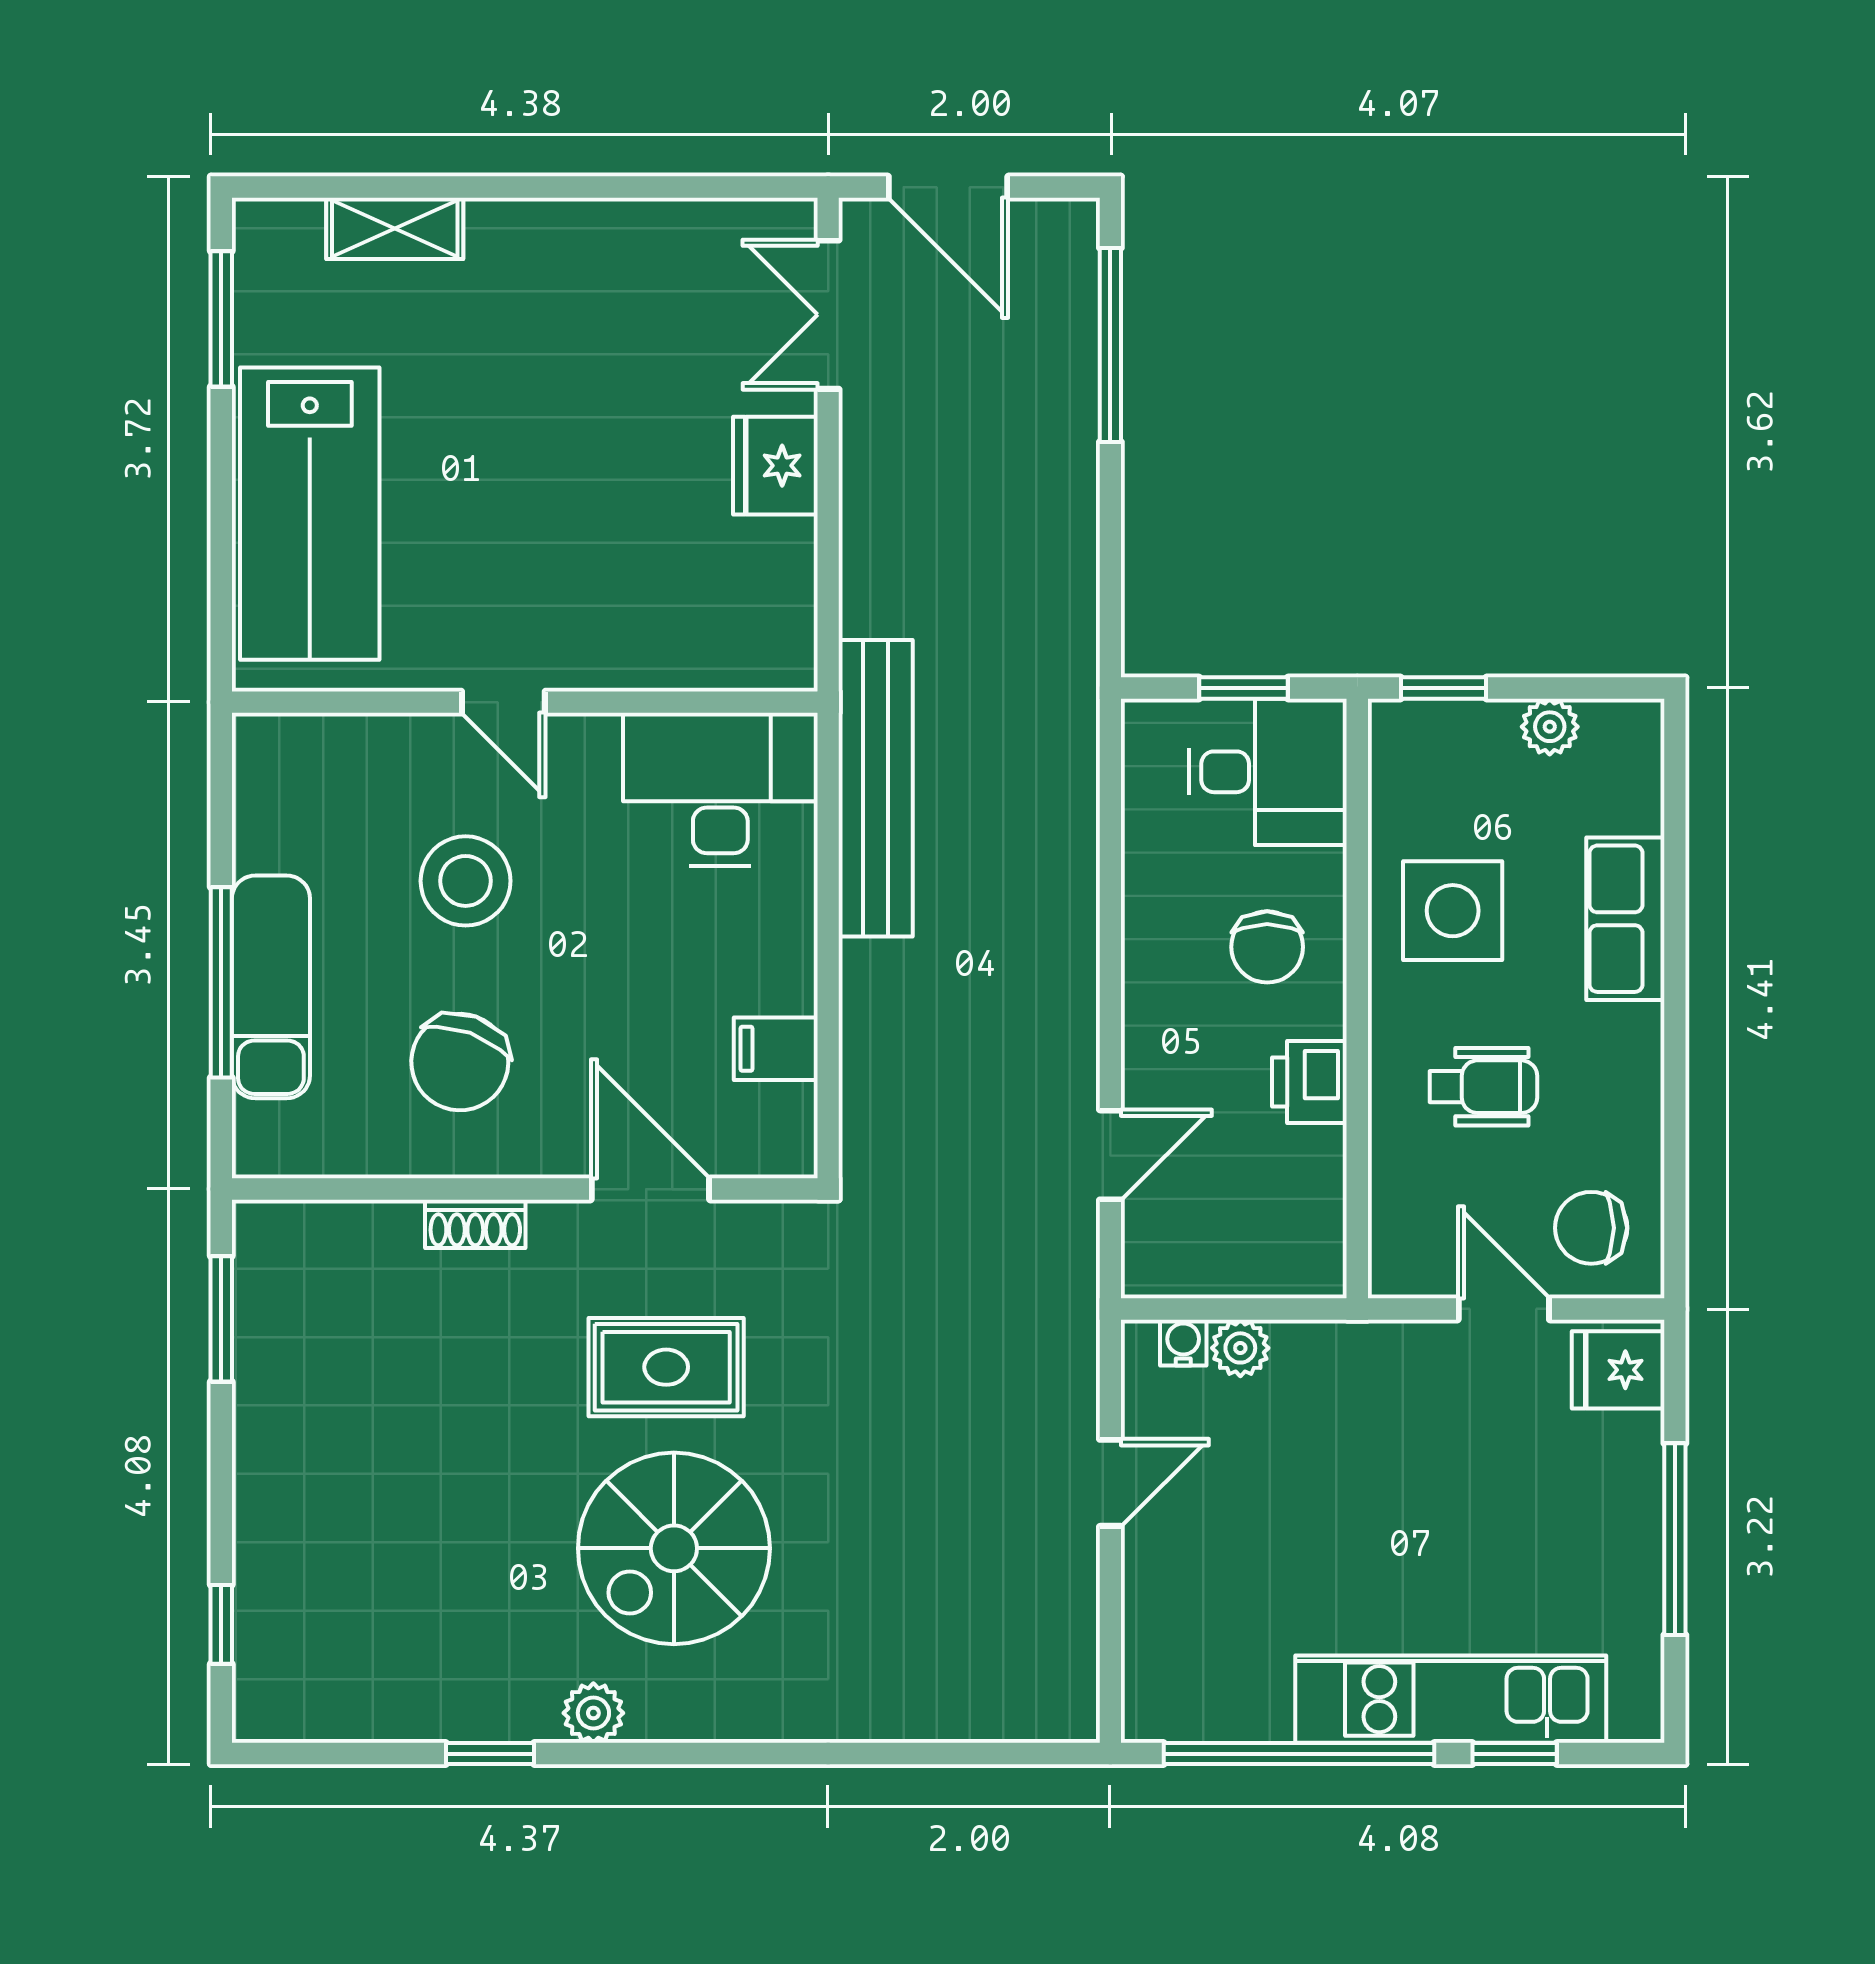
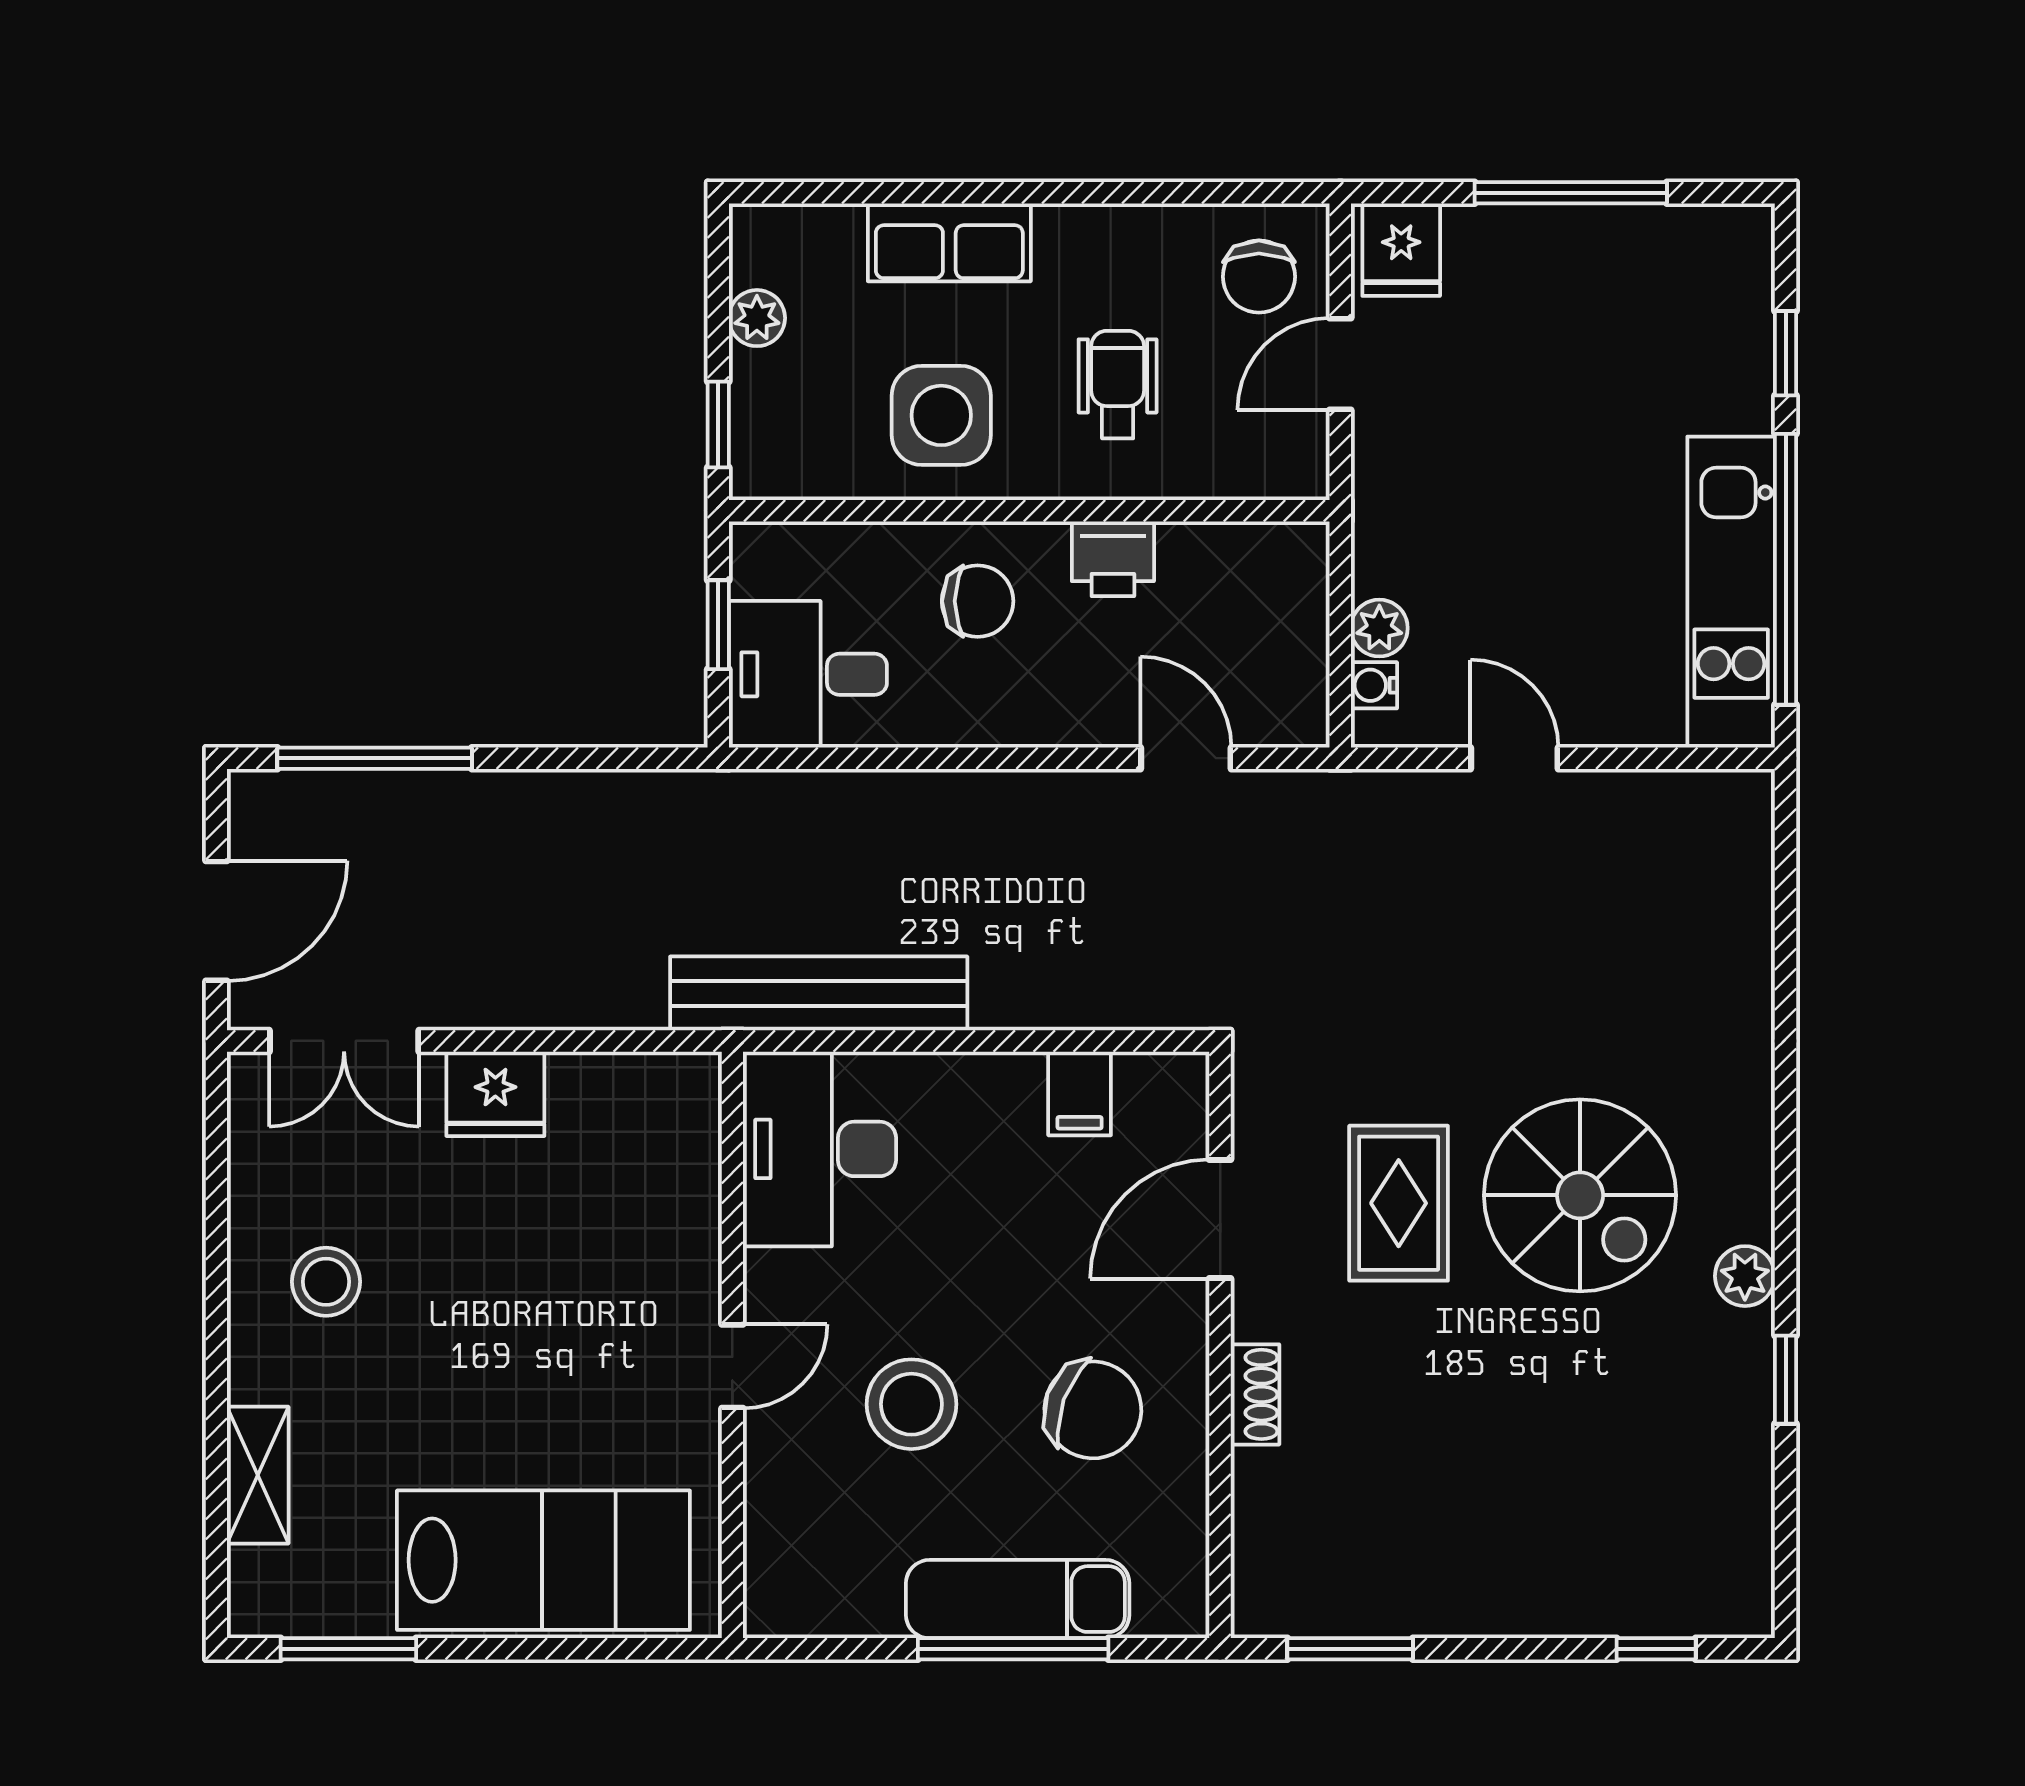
stool: (588, 297) -> (326, 1282), added
desk: (1268, 772) -> (808, 674), moved, turned -90
kitchen unit: (1451, 1699) -> (1731, 592), moved

